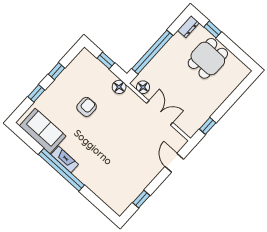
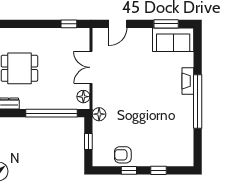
armchair: (87, 107) -> (123, 155), moved
sofa: (43, 131) -> (173, 40), moved, turned -90
fireplace: (65, 159) -> (188, 81), moved
window: (141, 199) -> (166, 24), width x1.50

